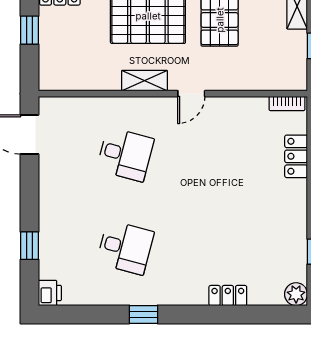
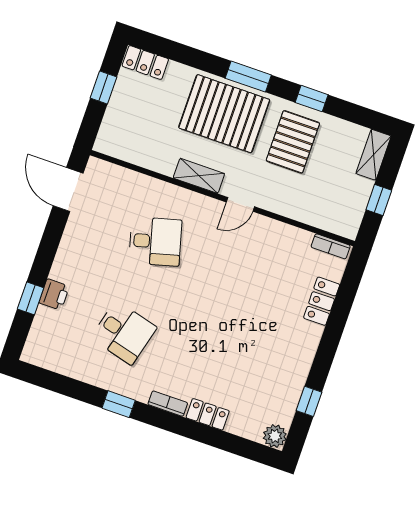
desk: (125, 154) -> (155, 241), turned -30
printer: (50, 293) -> (54, 294), moved
bookcase: (188, 298) -> (168, 404), added

